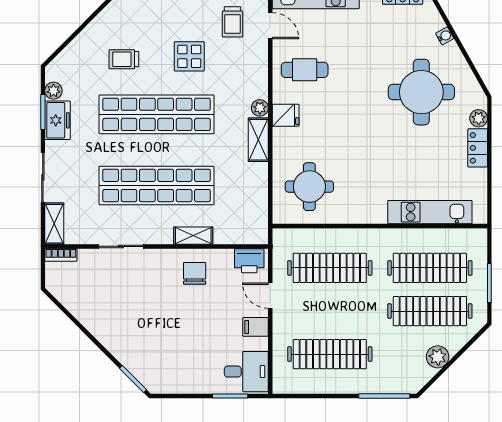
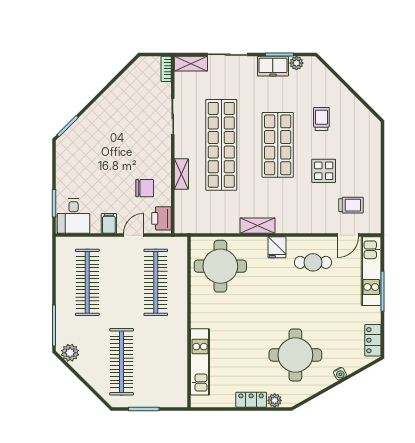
trolley: (232, 22) -> (351, 205), turned 180
cafe table: (305, 70) -> (313, 262), turned 90
plant: (260, 108) -> (283, 227), removed
shop shelf: (157, 114) -> (278, 145), width x0.71
round table: (309, 187) -> (220, 266), width x1.36, depth x1.36
clothes rail: (430, 268) -> (156, 362), removed
chair: (195, 273) -> (145, 188), moved
plant: (438, 357) -> (70, 353), moved

